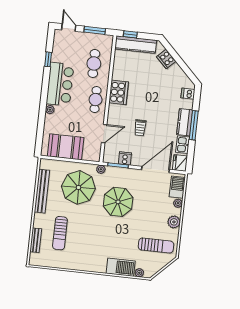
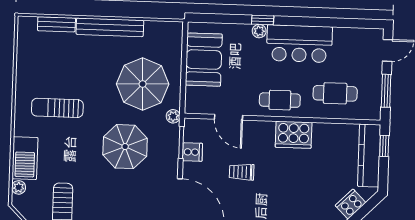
window: (48, 59) -> (263, 20), moved
bench: (42, 191) -> (110, 27), moved
sun lounger: (60, 233) -> (57, 108), moved

